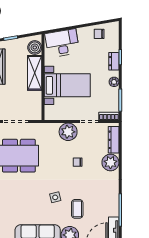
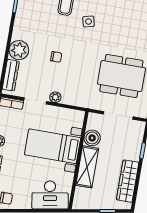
boiler: (35, 47) -> (92, 138), moved
plant: (68, 132) -> (55, 97), width x0.53, depth x0.53

